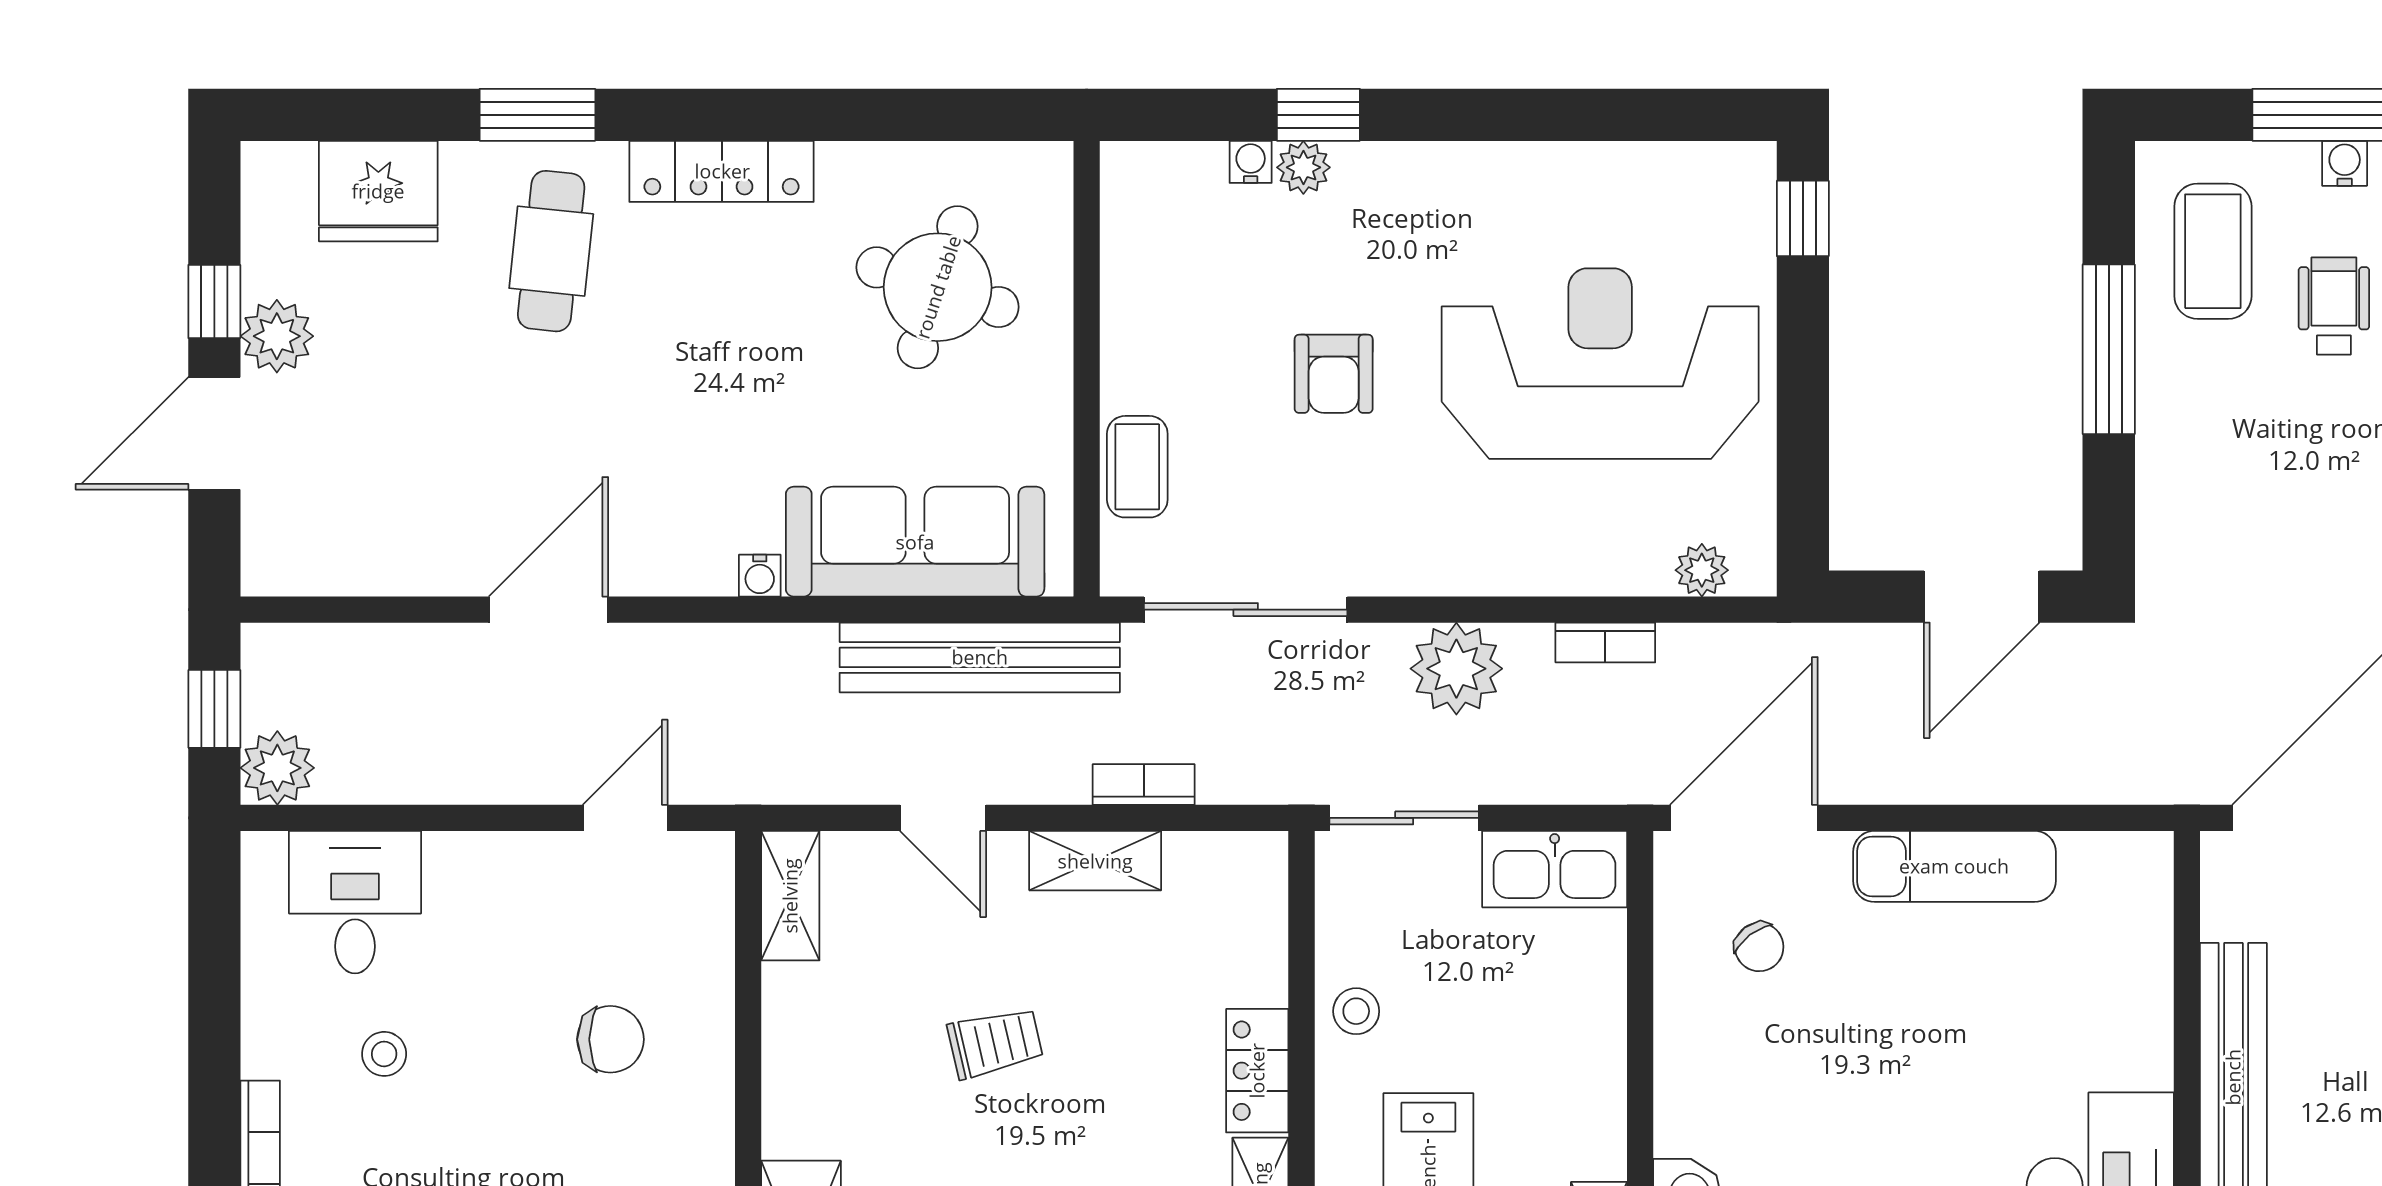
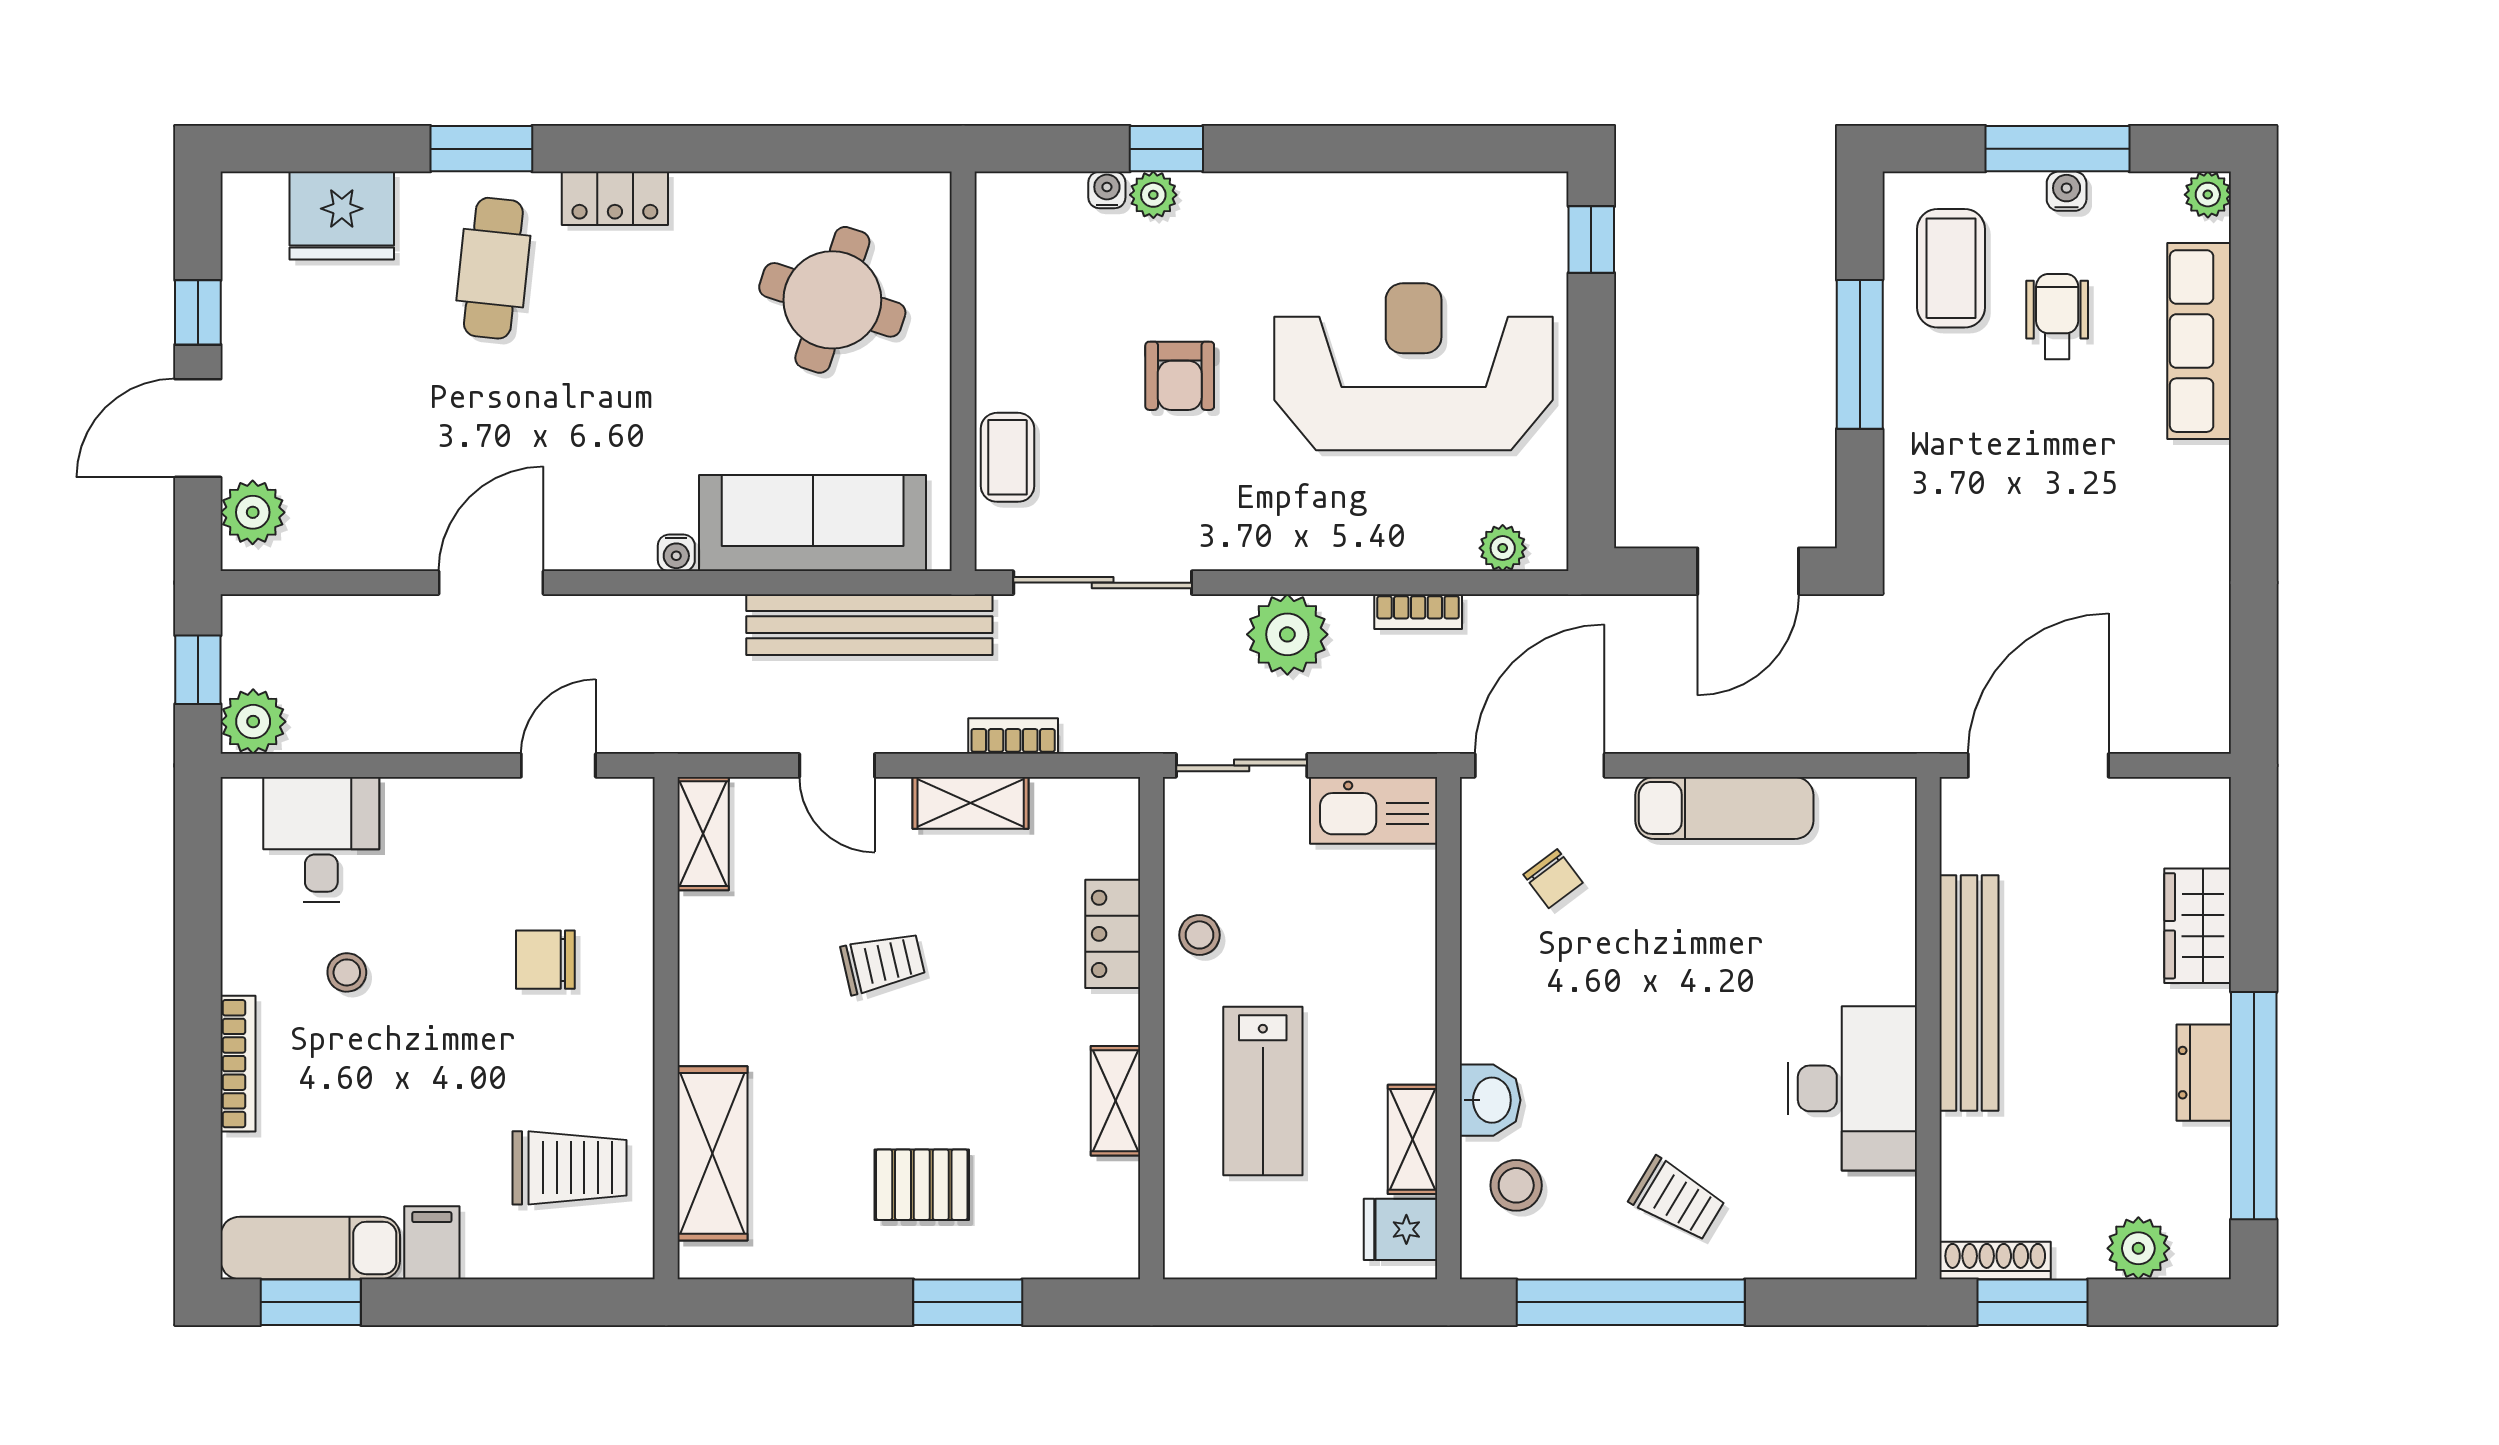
locker: (722, 171) -> (615, 198), width x0.66
plant: (277, 336) -> (253, 512), moved
chair: (610, 1039) -> (545, 960), turned 180
locker: (1257, 1071) -> (1113, 934), moved

